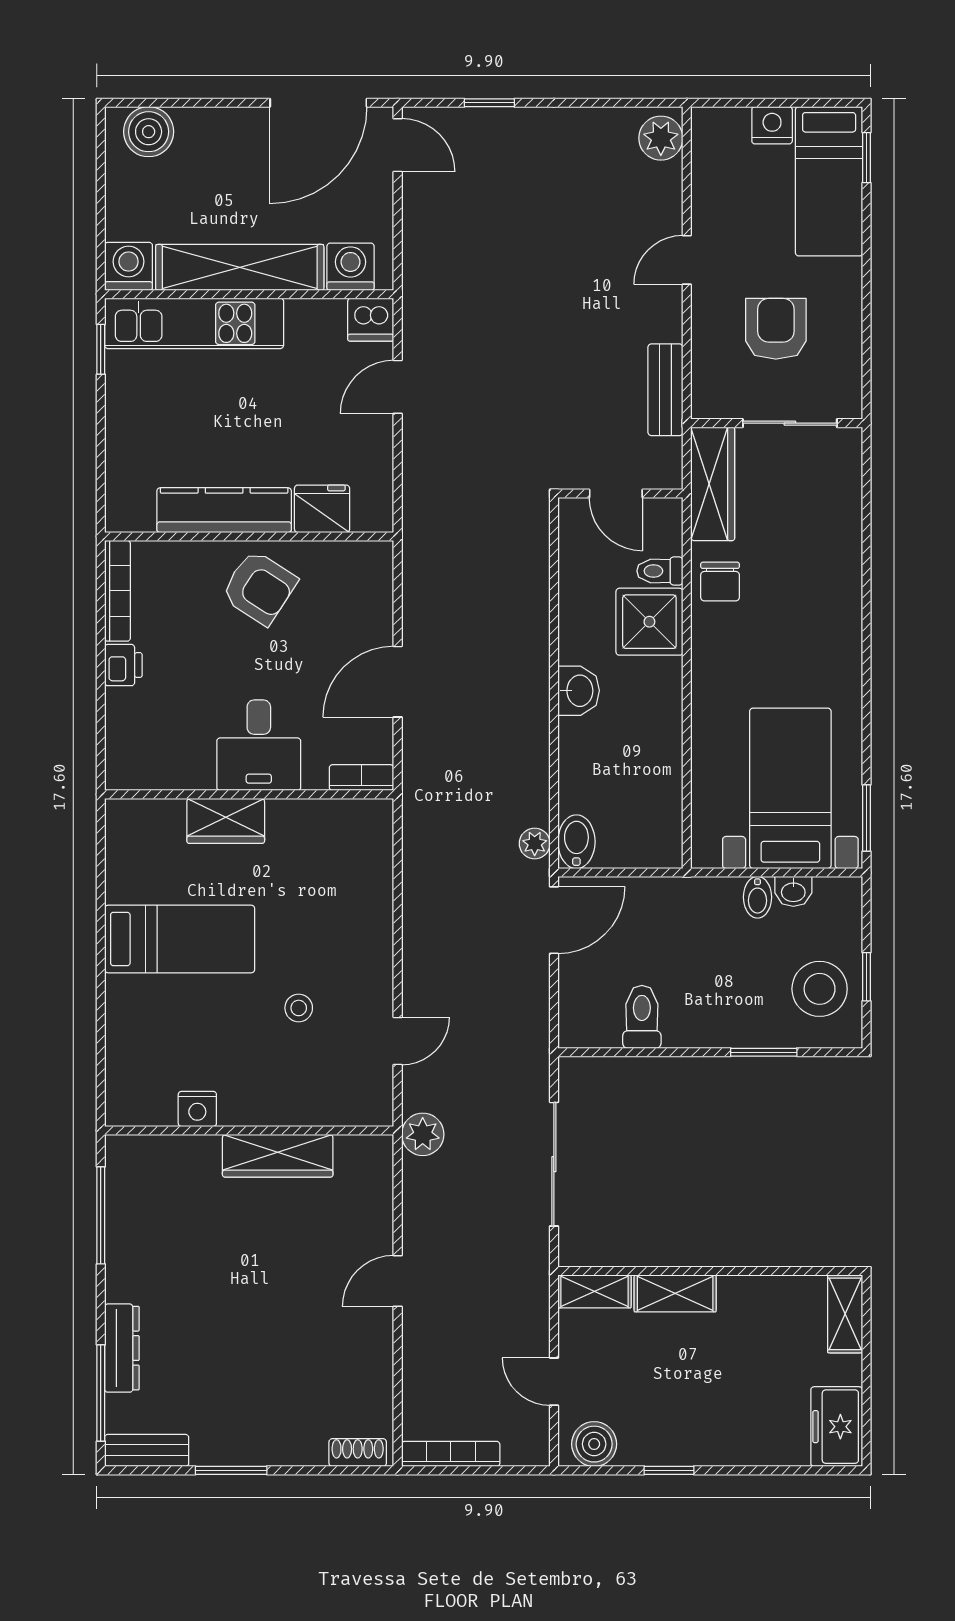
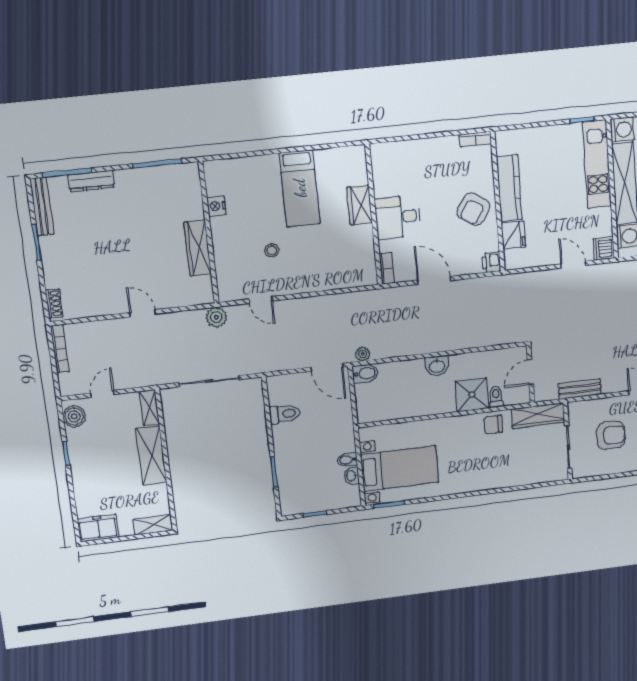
bookcase: (117, 591) -> (475, 139), width x0.64
printer: (123, 665) -> (491, 262), moved, turned 90
stool: (820, 989) -> (307, 494), removed
shelving: (675, 1293) -> (151, 455), width x1.50, depth x1.33
bench: (147, 1450) -> (42, 207), width x1.36

